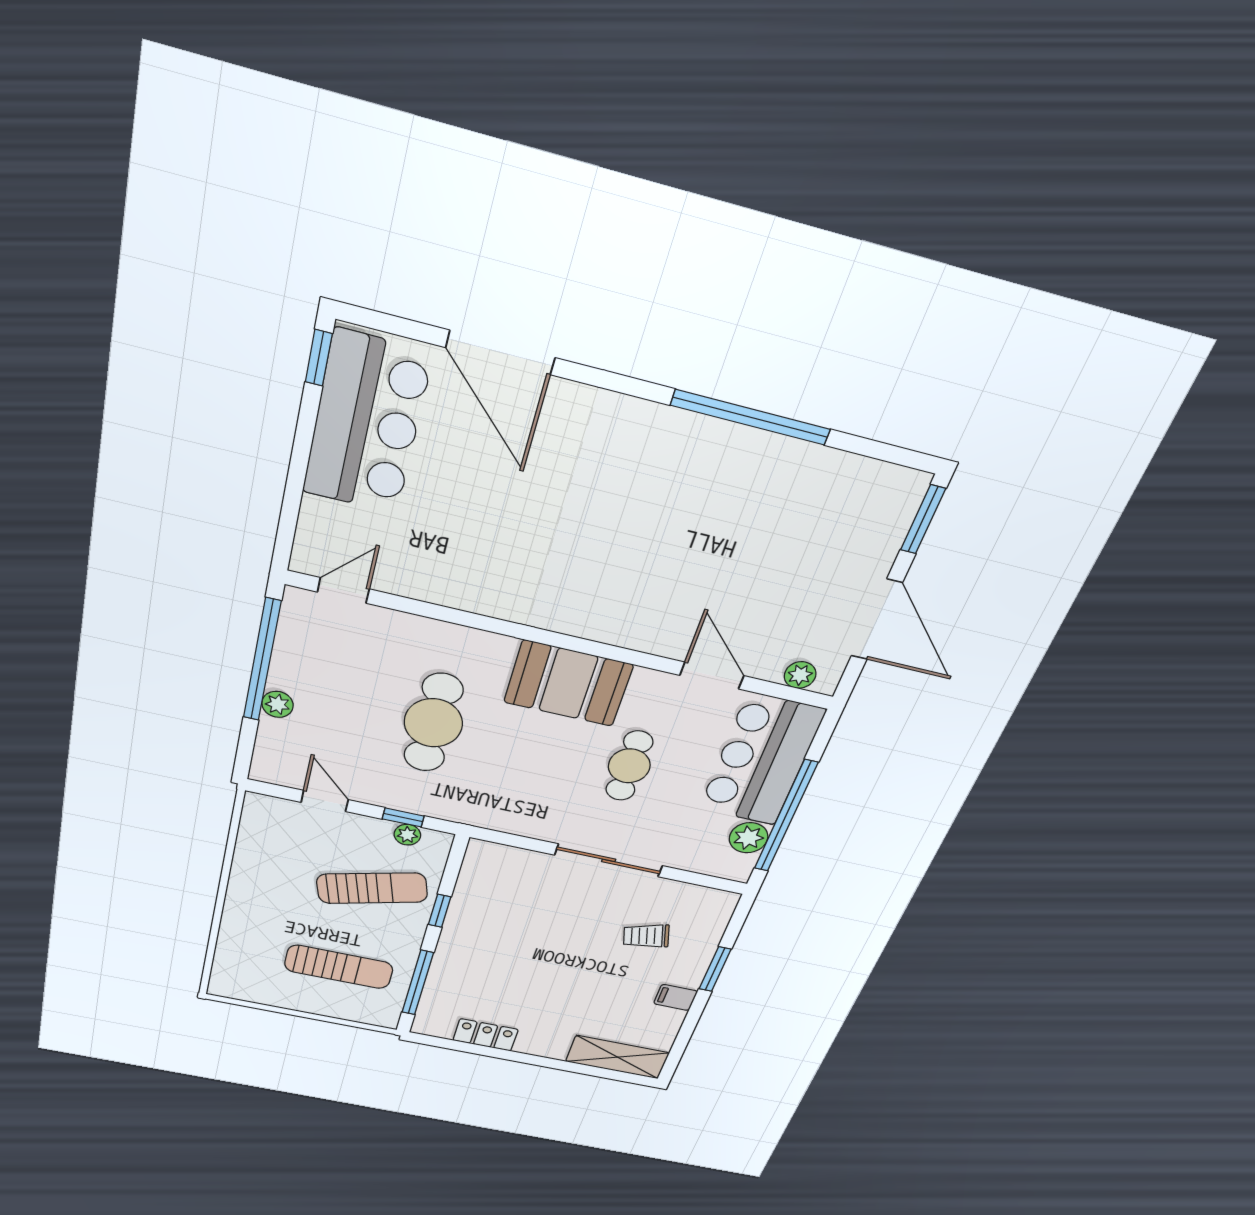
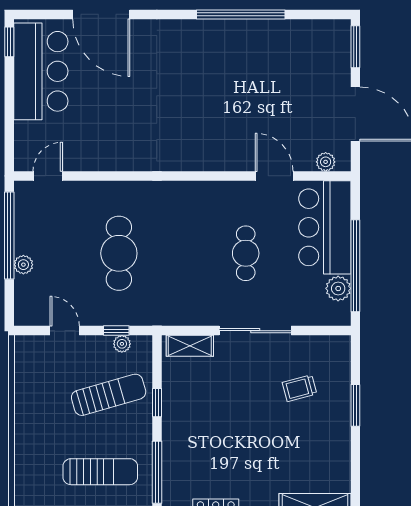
booth: (568, 683) -> (192, 204), removed
shelving: (507, 858) -> (190, 346), added
filing cabinet: (676, 997) -> (337, 439), removed

